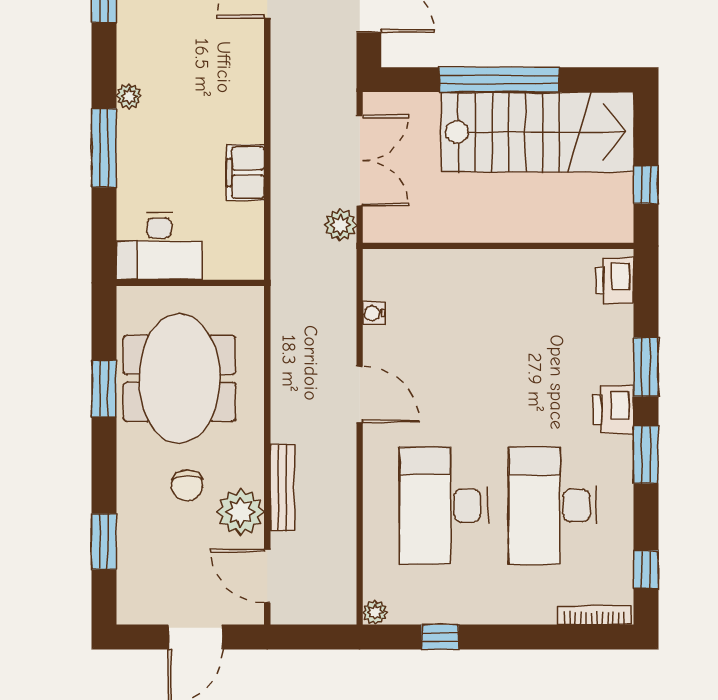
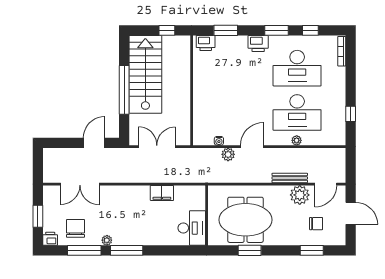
plant: (129, 96) -> (107, 240), moved
window: (104, 148) -> (127, 250), moved
plant: (340, 225) -> (228, 154), moved
window: (646, 367) -> (226, 30), moved
chair: (187, 485) -> (316, 224), moved
window: (646, 570) -> (310, 30), moved
plant: (375, 612) -> (297, 140), moved

